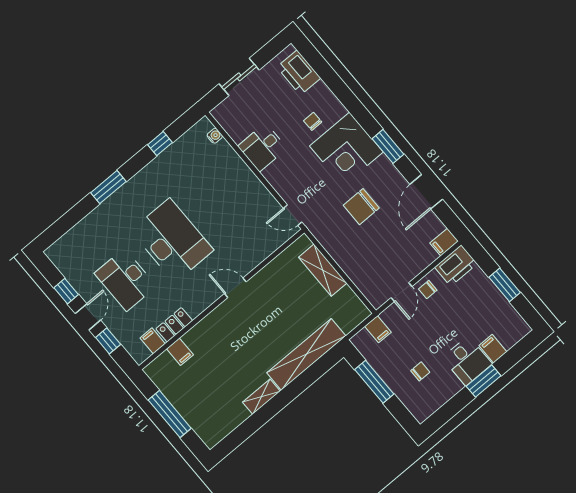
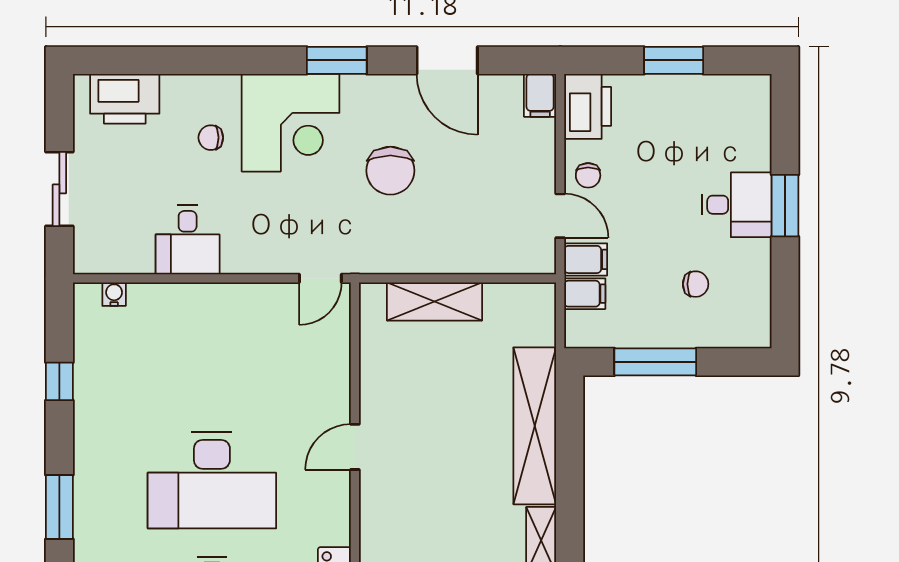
desk: (172, 240) -> (212, 480), turned 180
filing cabinet: (493, 349) -> (586, 259), moved, turned 180
chair: (420, 371) -> (696, 284), turned 90

